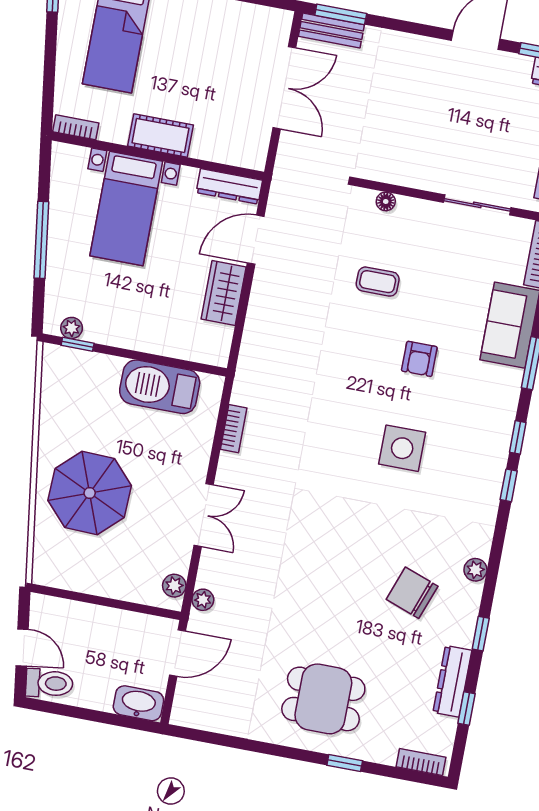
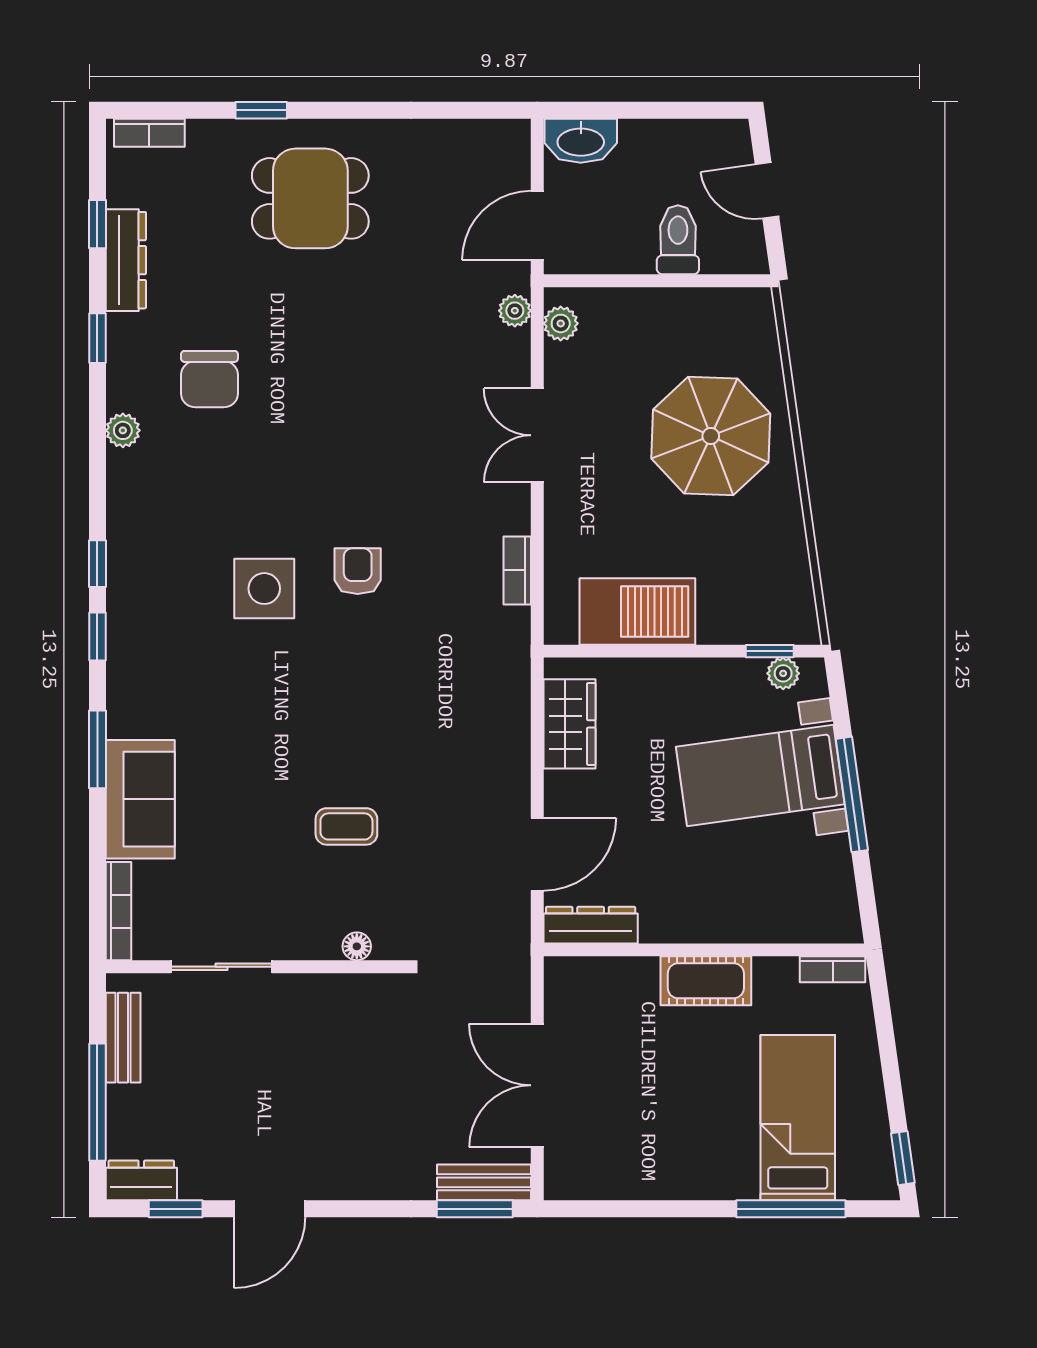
bed with nightstands: (126, 208) -> (760, 776), moved, turned -98
wardrobe: (224, 293) -> (569, 724), moved
armchair: (419, 359) -> (358, 571), moved
chair: (412, 593) -> (209, 379), turned 70
toilet: (49, 683) -> (678, 240), moved, turned 98

